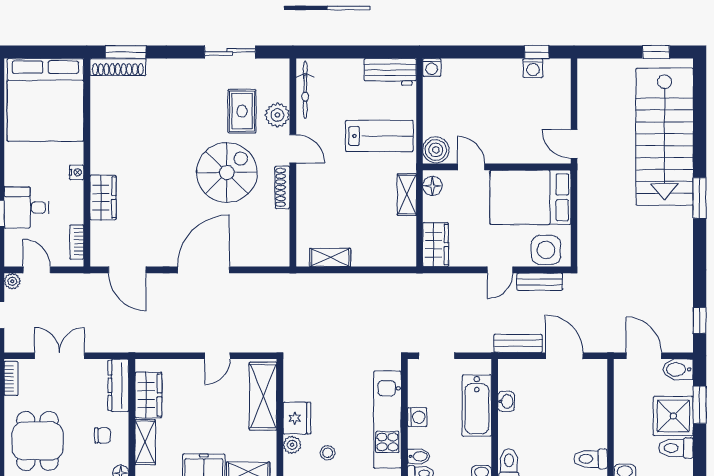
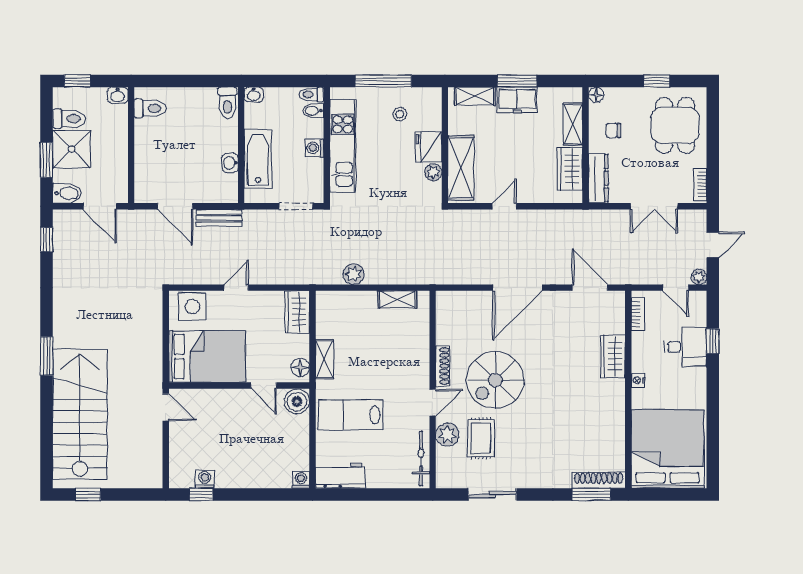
door: (293, 149) -> (433, 403), swing flipped
bench: (540, 282) -> (198, 276), removed
plant: (376, 284) -> (354, 274), added
plant: (292, 445) -> (433, 172), moved

